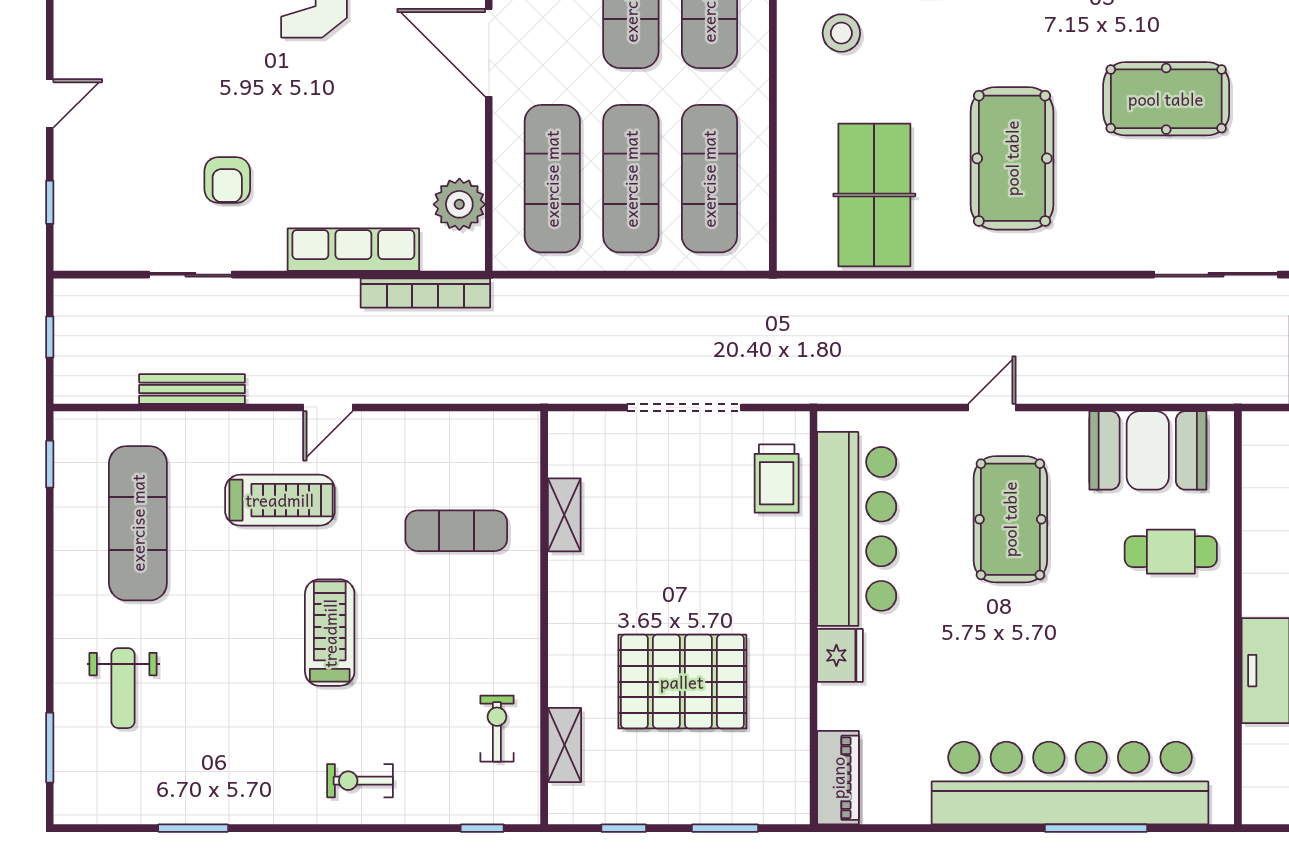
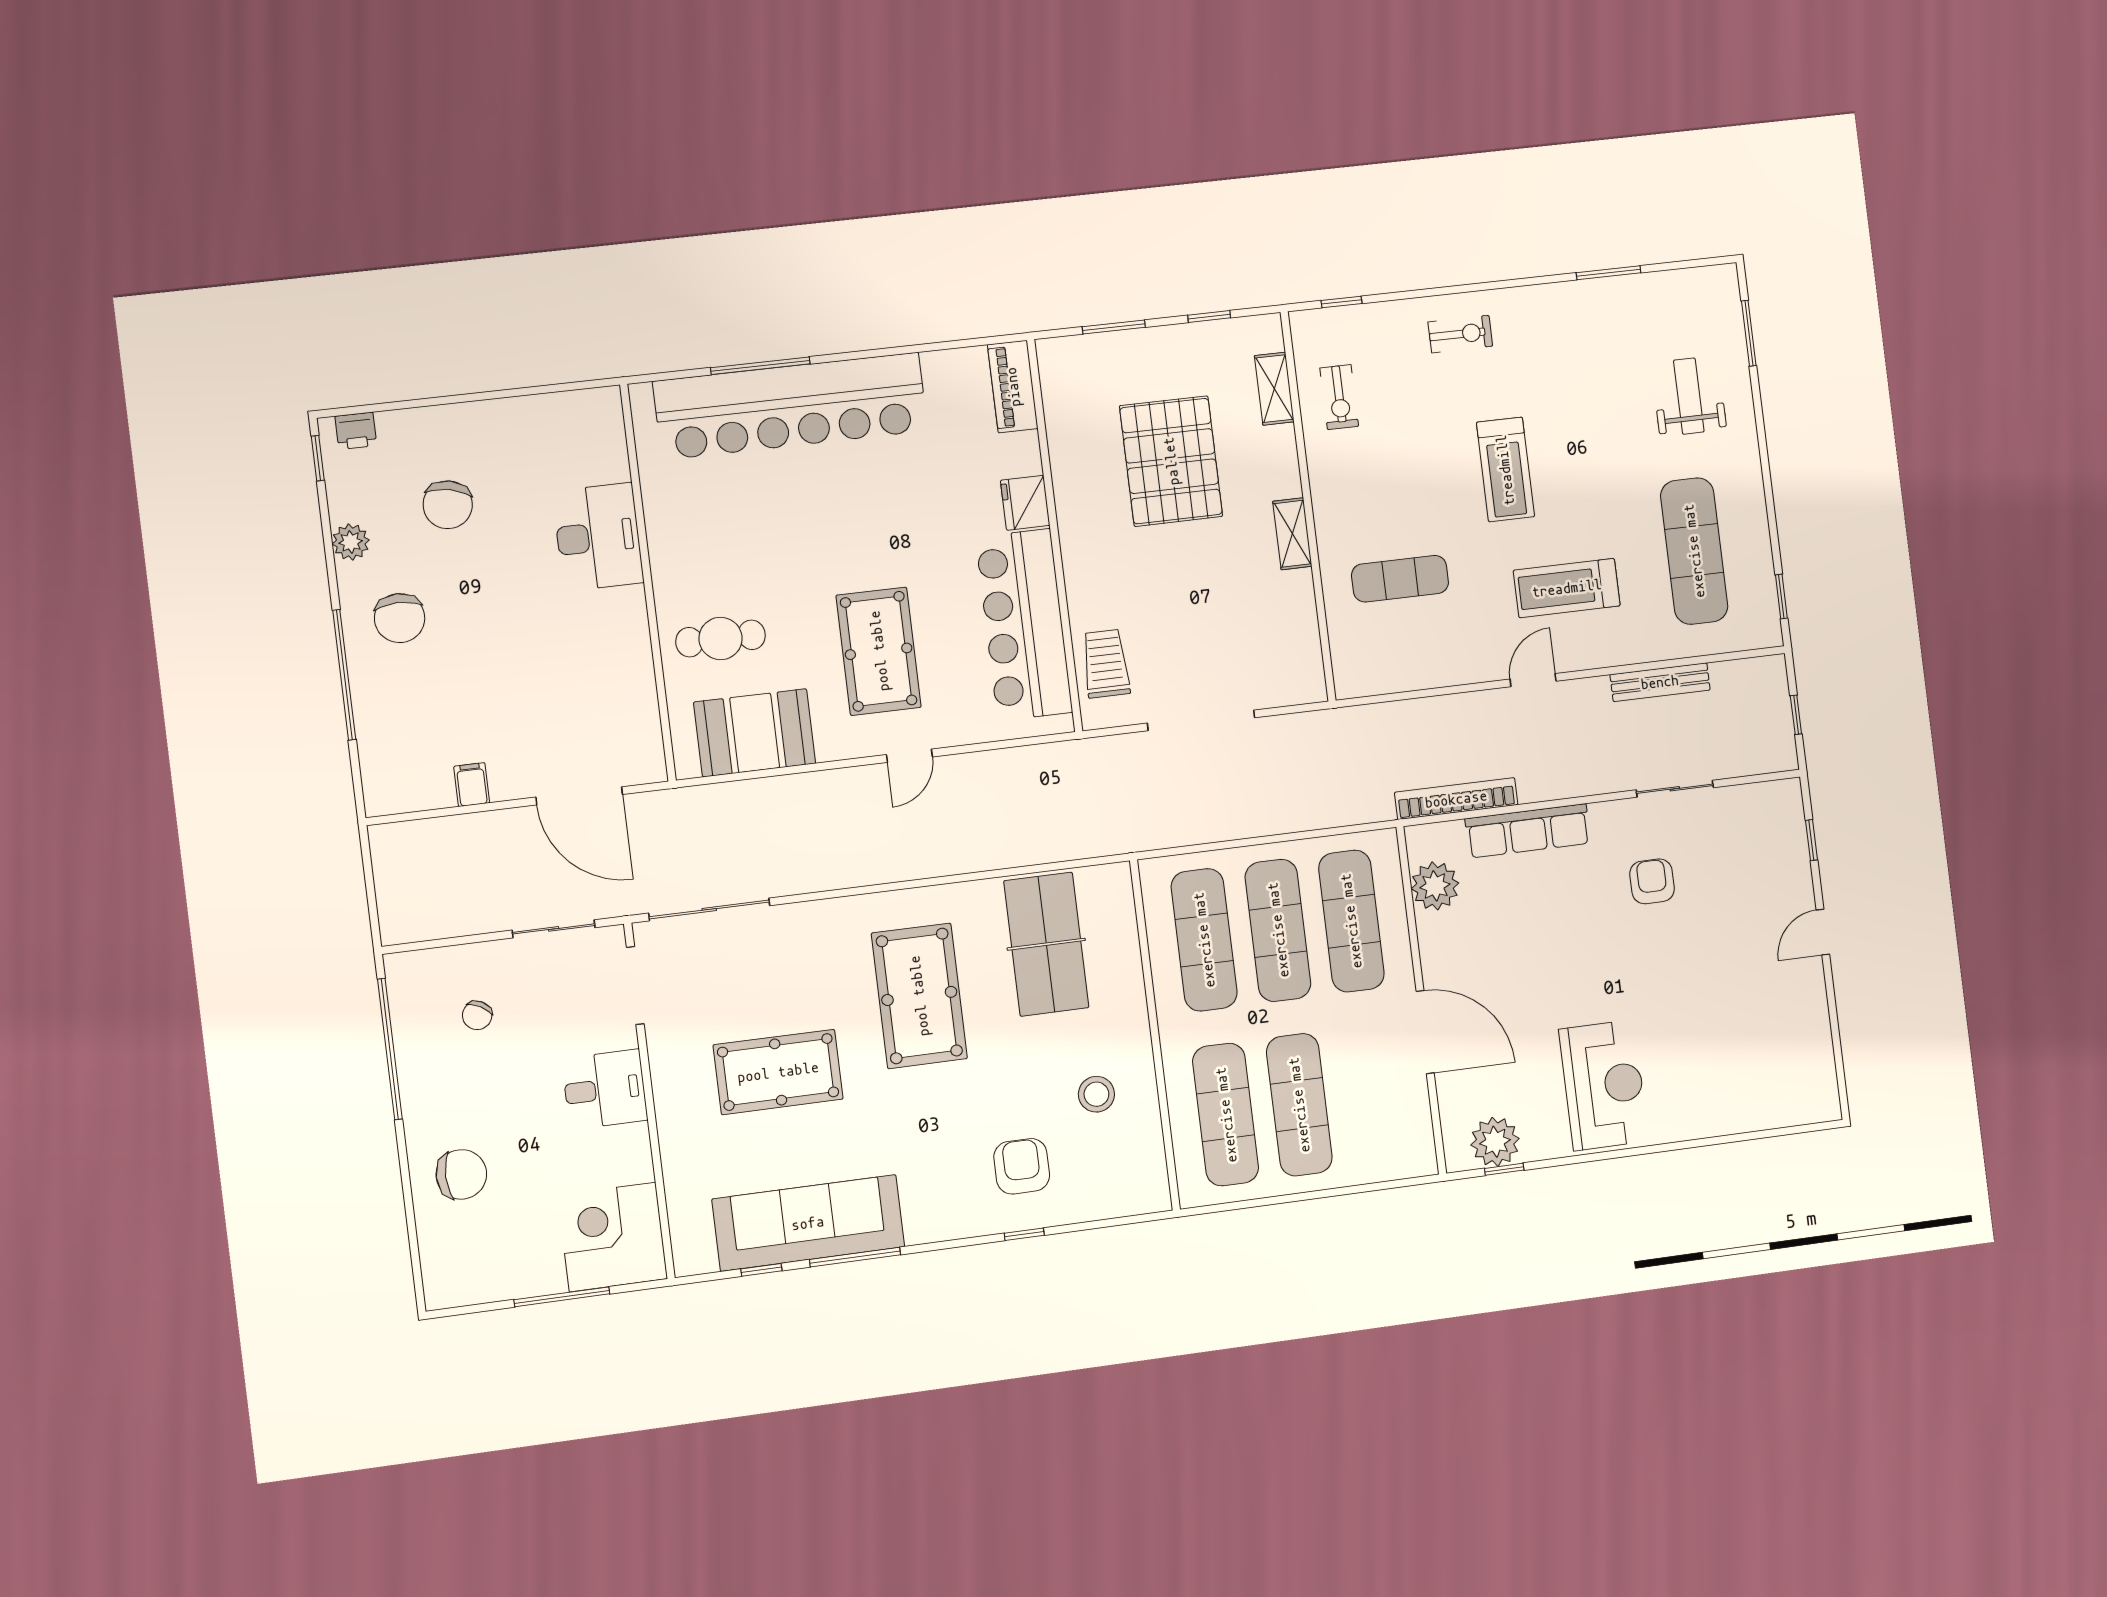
shelving: (564, 515) -> (1292, 534), moved
pallet: (682, 682) -> (1171, 461), turned 90

